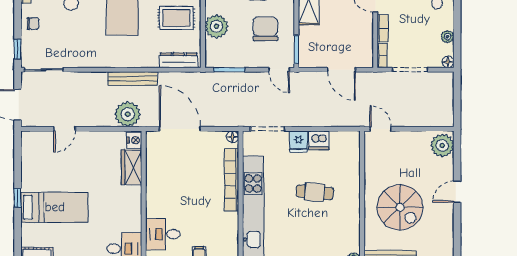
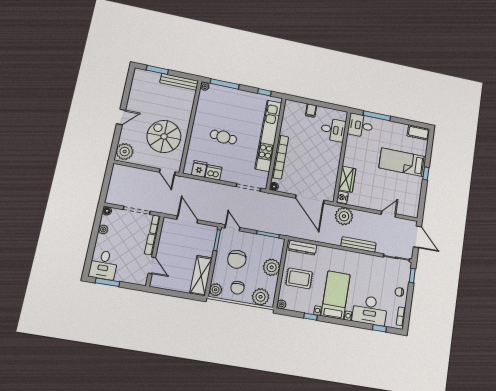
bench: (132, 79) -> (358, 244), moved
fridge: (299, 141) -> (199, 169), moved
spiral stairs: (400, 207) -> (164, 136), moved

